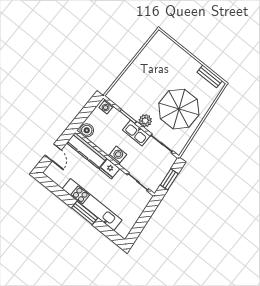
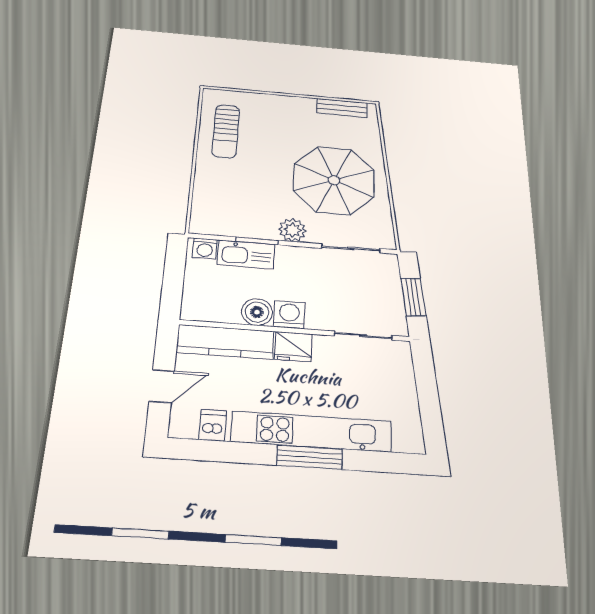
sun lounger: (153, 57) -> (226, 131), added
boiler: (87, 130) -> (257, 312), moved
kitchen sink: (136, 133) -> (246, 254), moved
door: (53, 153) -> (162, 386), hinge flipped
dishwasher: (60, 179) -> (213, 425), added

